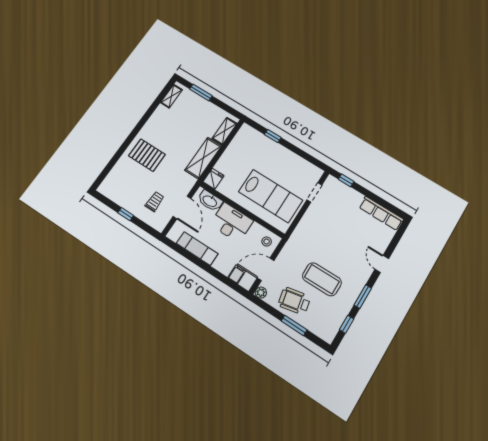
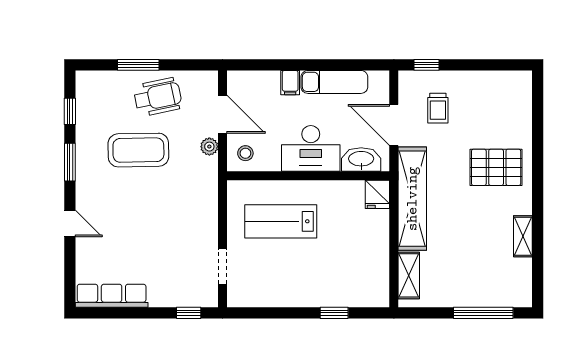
window: (201, 92) -> (483, 313), width x1.44
shelving: (171, 96) -> (523, 236), moved
shelving: (203, 158) -> (412, 199), width x1.47
lab bench: (271, 196) -> (281, 221), width x0.73, depth x0.72
window: (126, 214) -> (427, 65), moved
door: (266, 269) -> (223, 114), hinge flipped
filing cabinet: (237, 274) -> (290, 83), moved
plant: (261, 293) -> (209, 147), moved

